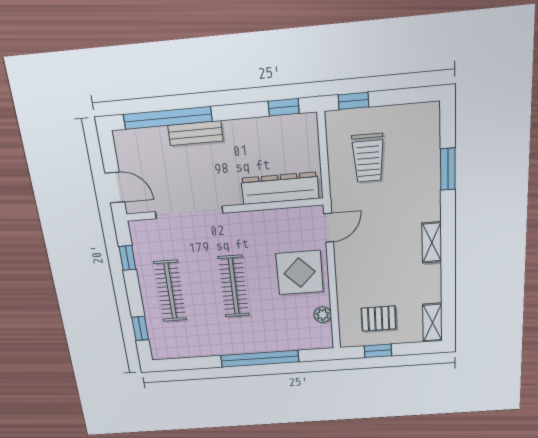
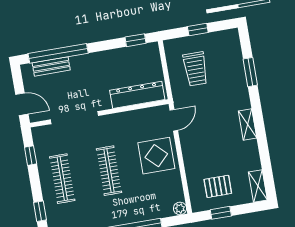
window: (353, 101) -> (198, 30), moved
bench: (195, 133) -> (51, 66), moved
plant: (323, 315) -> (180, 208), moved

